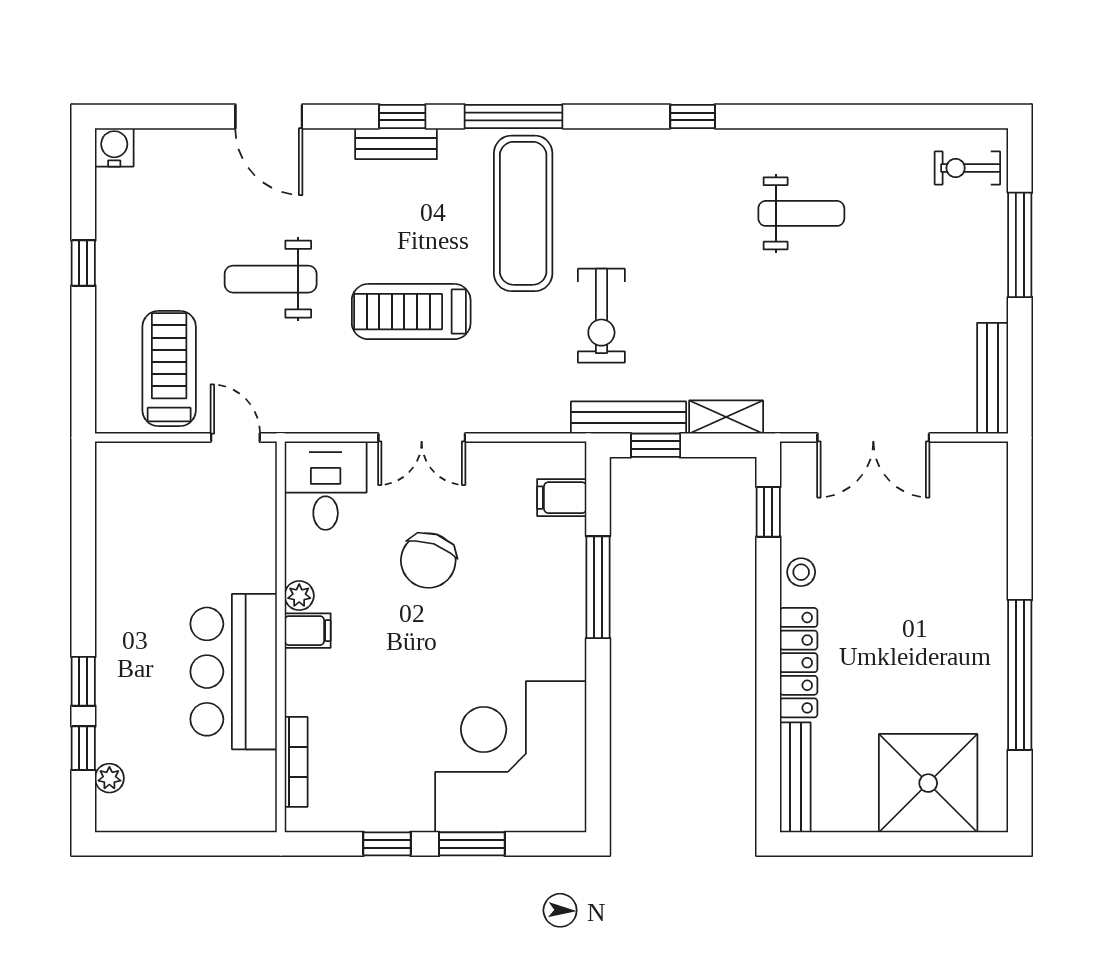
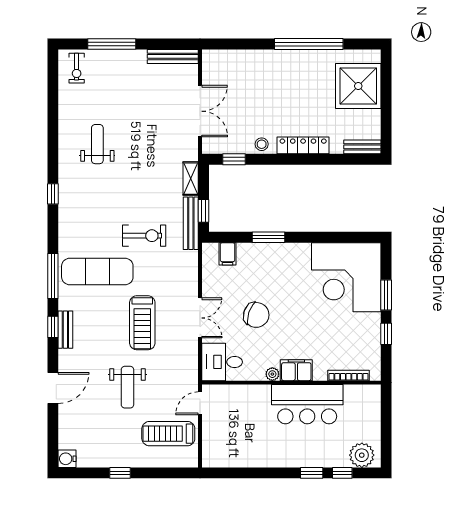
window: (598, 587) -> (269, 237), width x0.69
filing cabinet: (308, 631) -> (296, 370), width x2.00
bench: (795, 777) -> (362, 147), width x0.73
plant: (109, 778) -> (362, 455), width x1.88, depth x1.88

